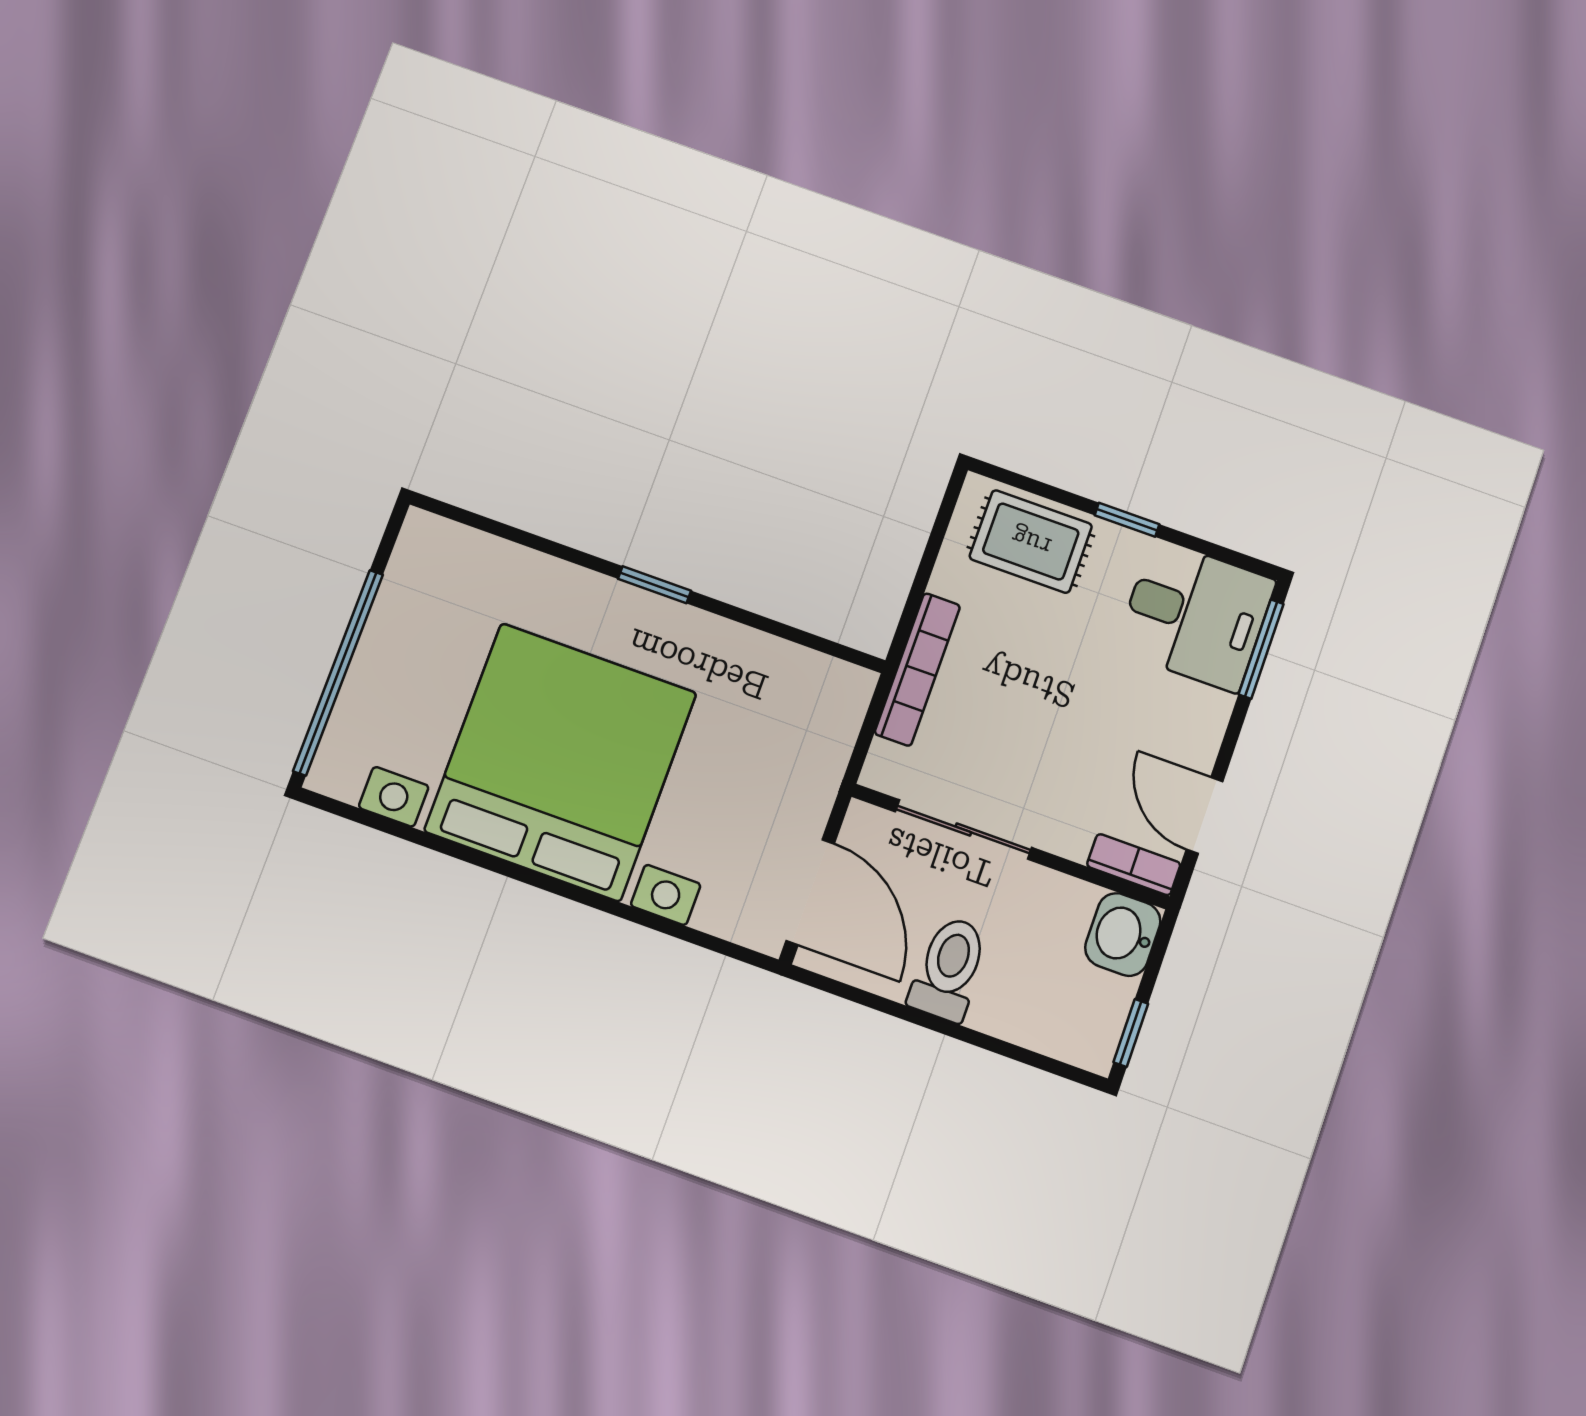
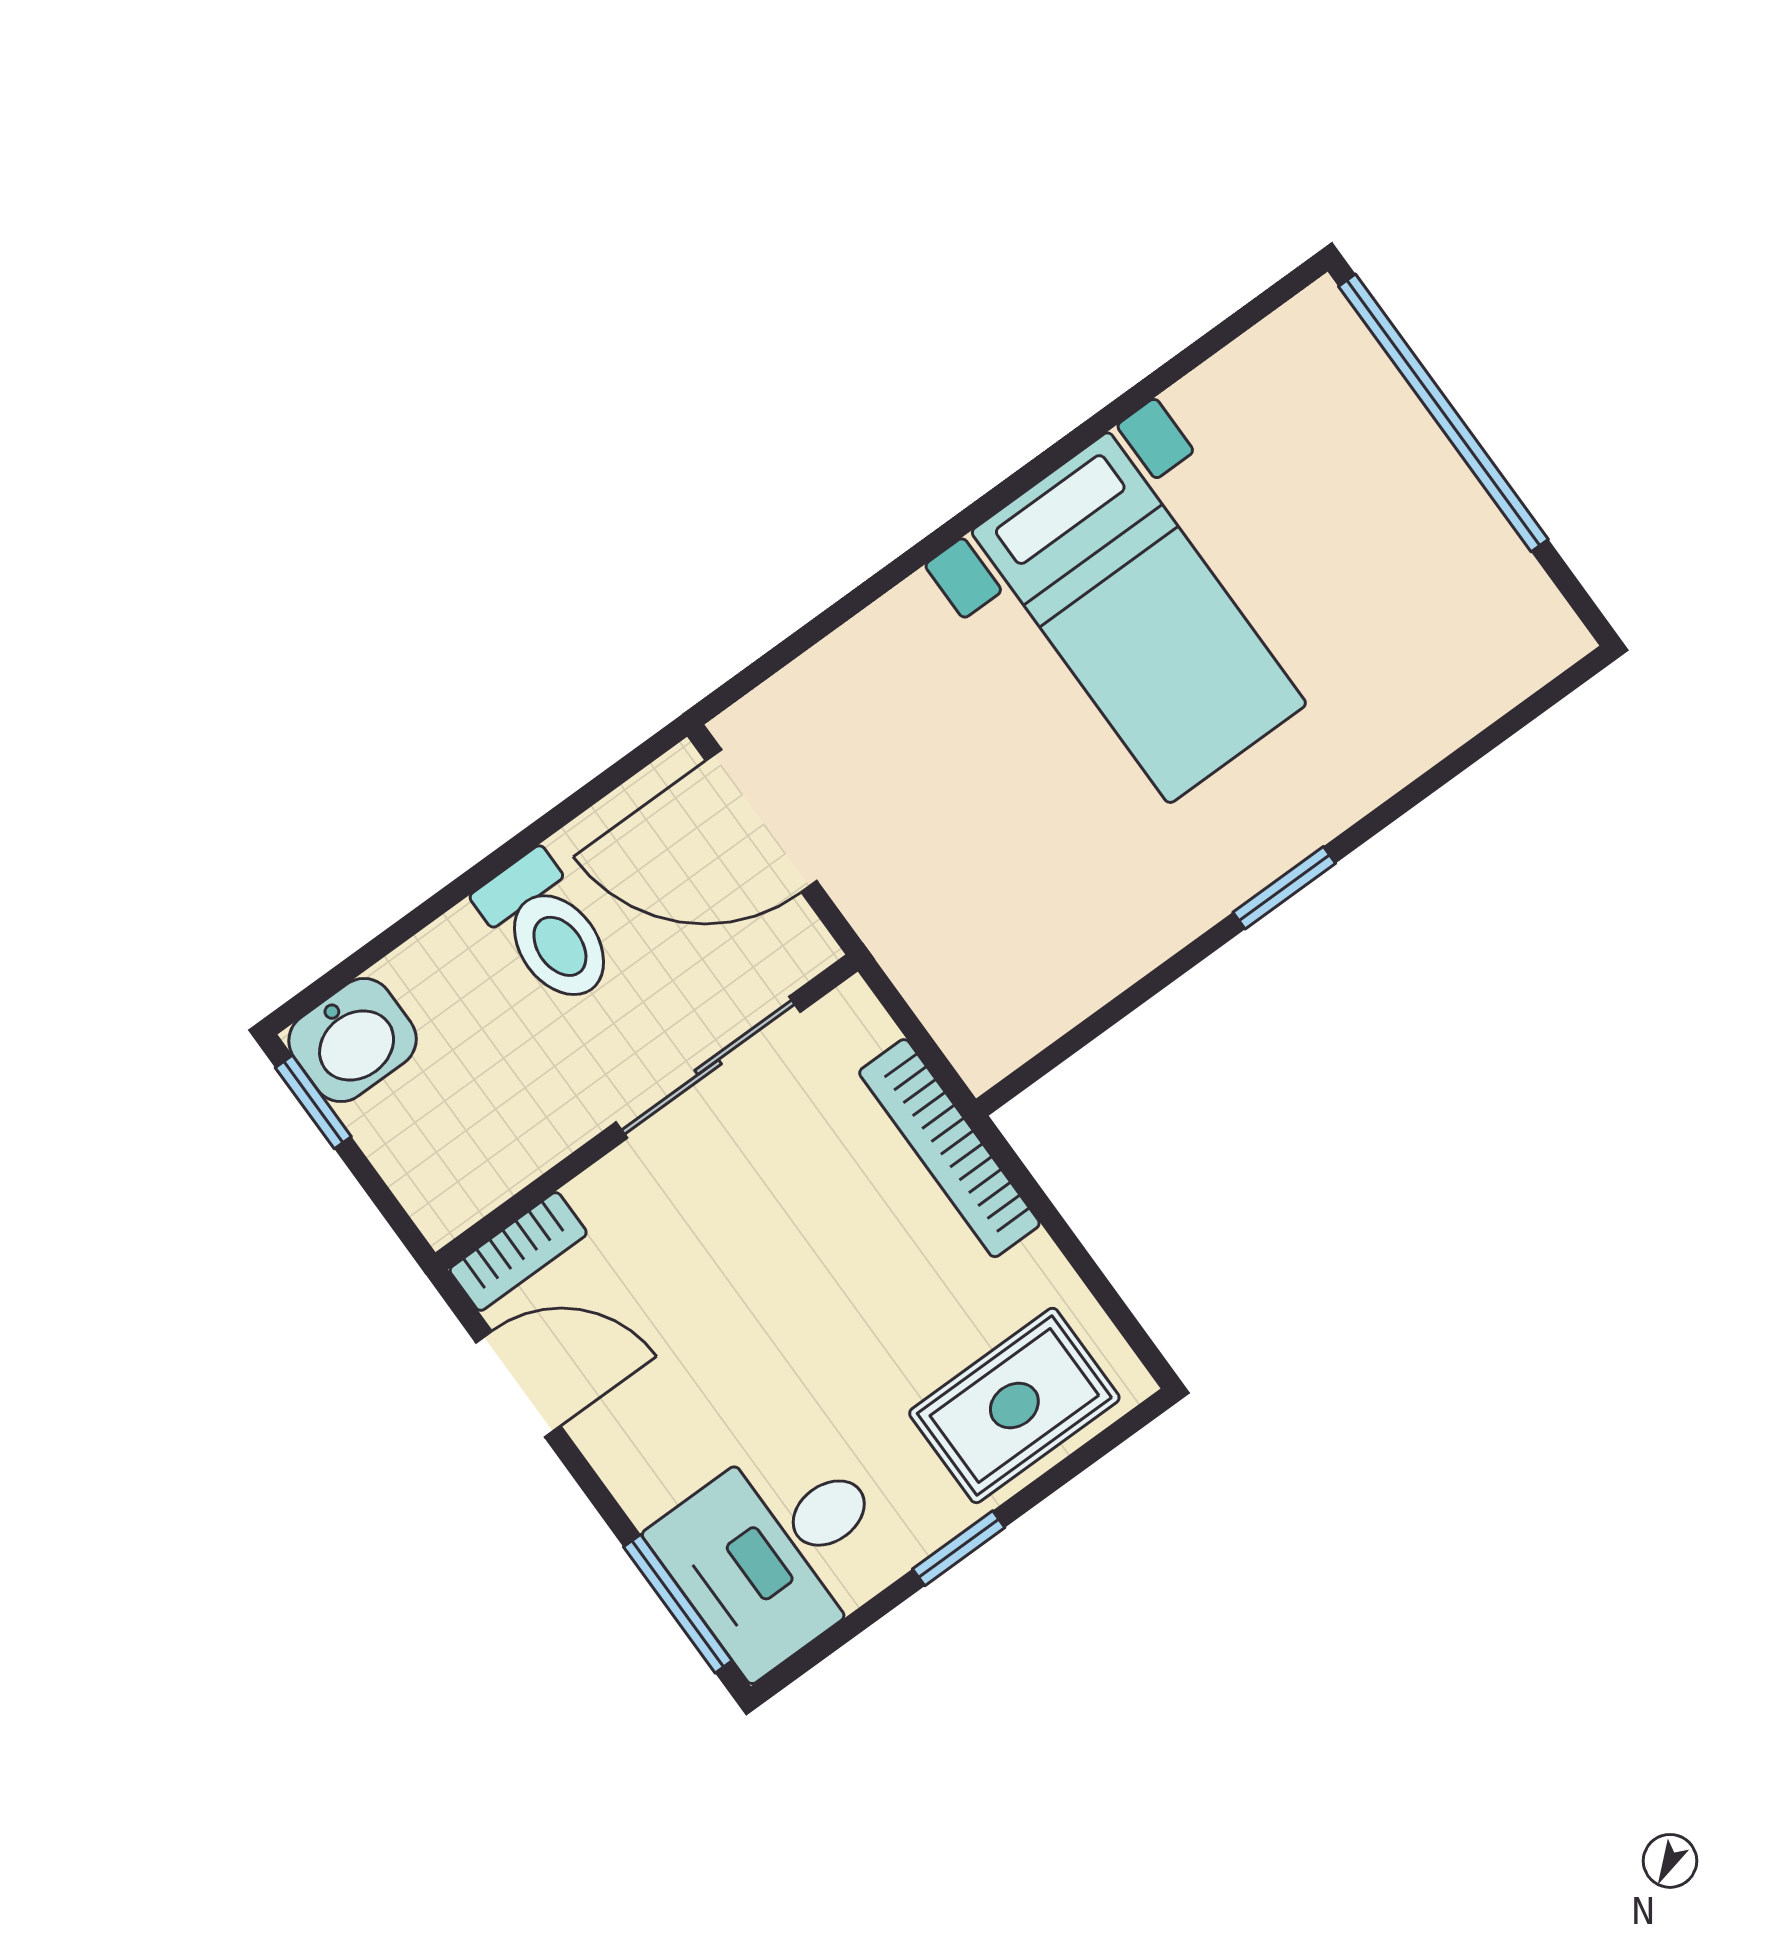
bed with nightstands: (561, 762) -> (1139, 618), width x0.54
washbasin: (1123, 935) -> (353, 1040), moved, turned 90

